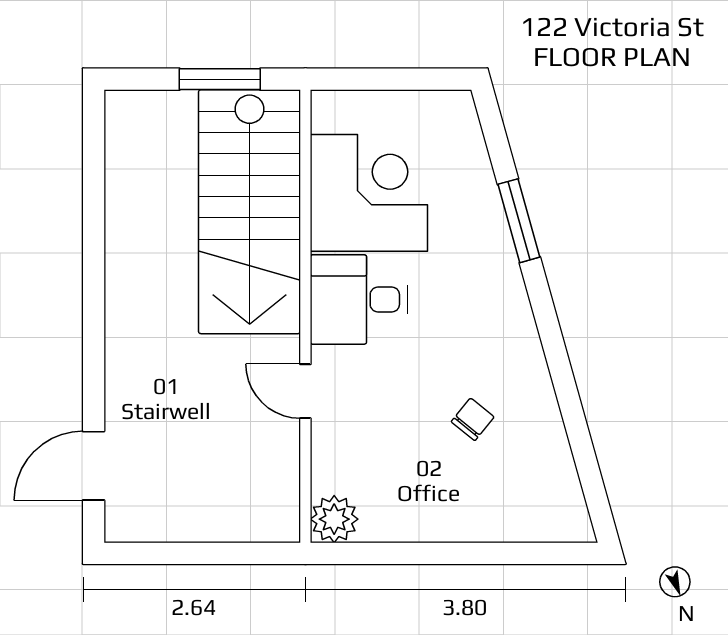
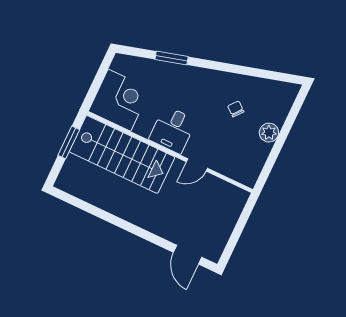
corner desk: (369, 193) -> (119, 100), moved, turned 90
plant: (334, 519) -> (269, 133), moved

